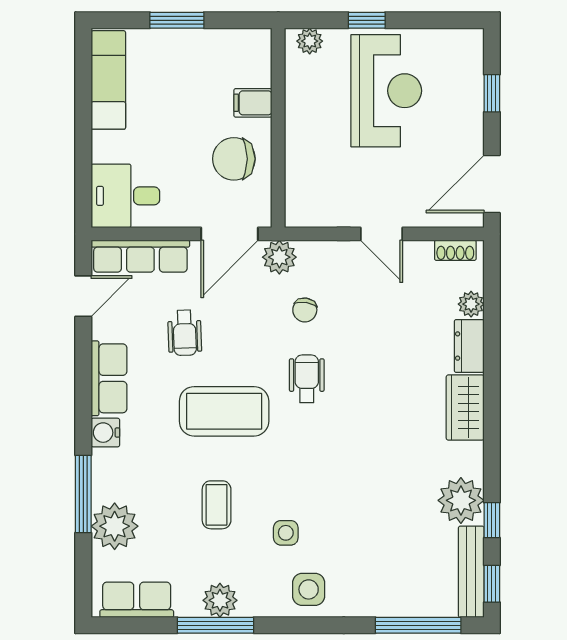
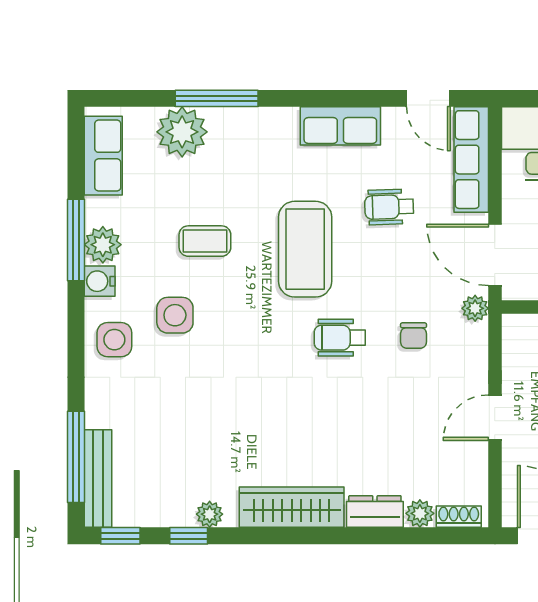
shoe rack: (455, 250) -> (459, 517), moved, turned 90
plant: (279, 257) -> (475, 308), width x0.73, depth x0.73
chair: (305, 310) -> (414, 336), turned -99
wheelchair: (307, 379) -> (340, 338), turned 180
wardrobe: (465, 408) -> (292, 507), width x1.50
water cooler: (105, 433) -> (100, 281), moved, turned -90
plant: (461, 500) -> (210, 514), width x0.53, depth x0.53
side table: (286, 533) -> (175, 315), width x1.37, depth x1.37
bench: (471, 572) -> (98, 478), moved, turned 90

